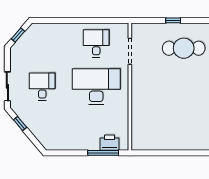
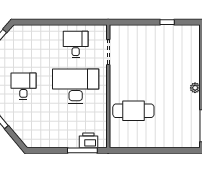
window: (173, 20) -> (167, 22), moved
cafe table: (184, 48) -> (133, 111), moved

